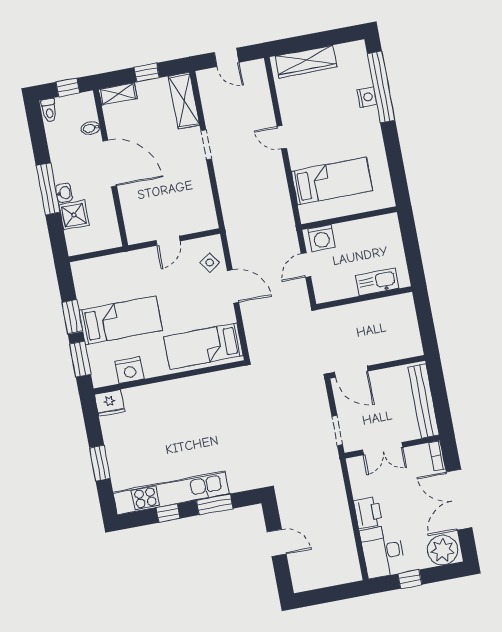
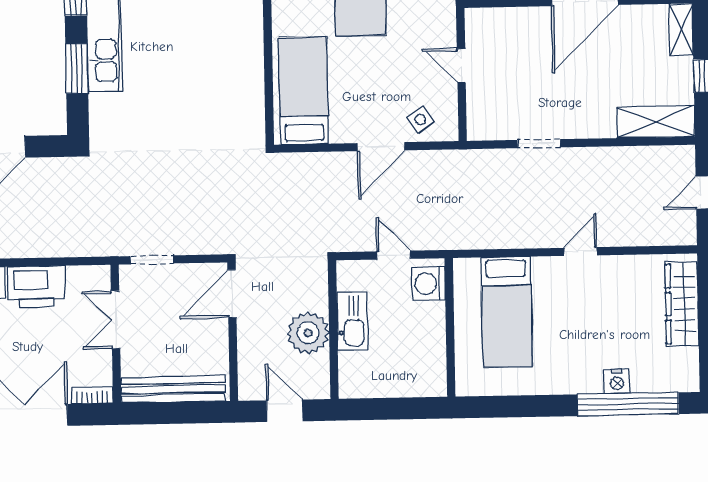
doorway: (206, 145) -> (539, 144), moved
kitchen sink: (377, 282) -> (352, 321), moved
plant: (369, 315) -> (308, 333), added
door: (425, 322) -> (285, 411), added
printer: (368, 513) -> (36, 287), width x1.37, depth x1.19

